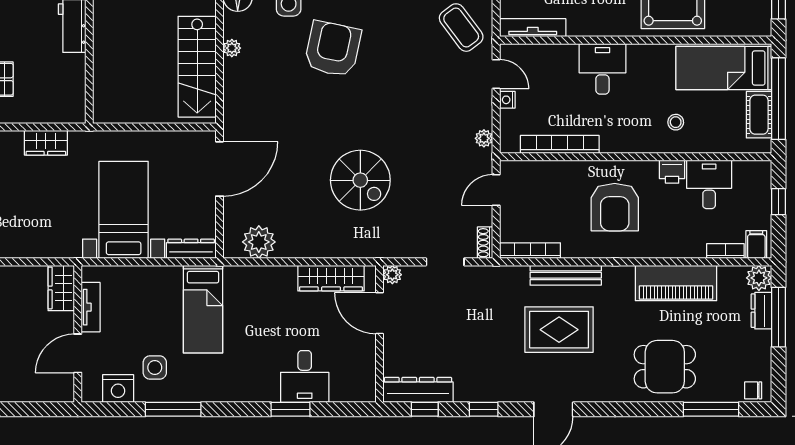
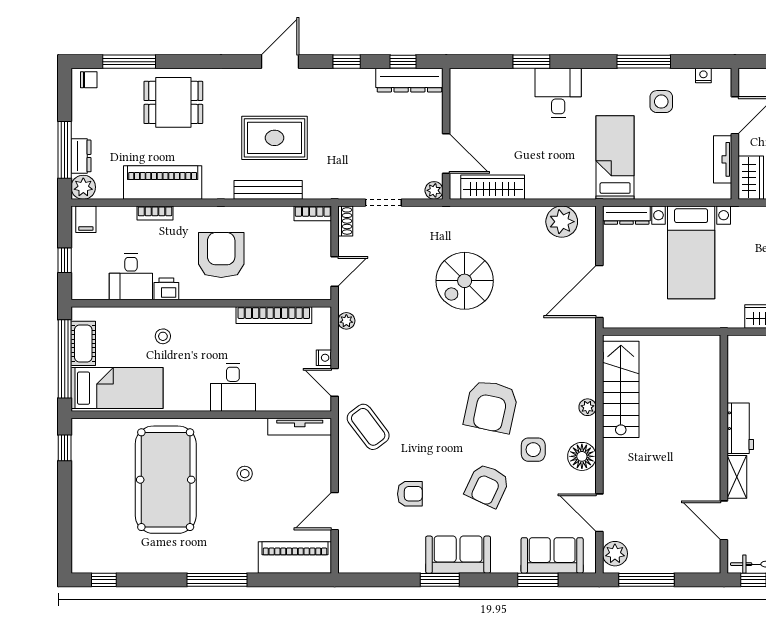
spiral stairs: (360, 180) -> (465, 281), turned -90
bookcase: (530, 251) -> (313, 213), width x0.64
bookcase: (725, 251) -> (155, 213), moved
desk: (305, 377) -> (558, 93), moved
nightstand: (118, 389) -> (703, 76), width x0.53, depth x0.56

